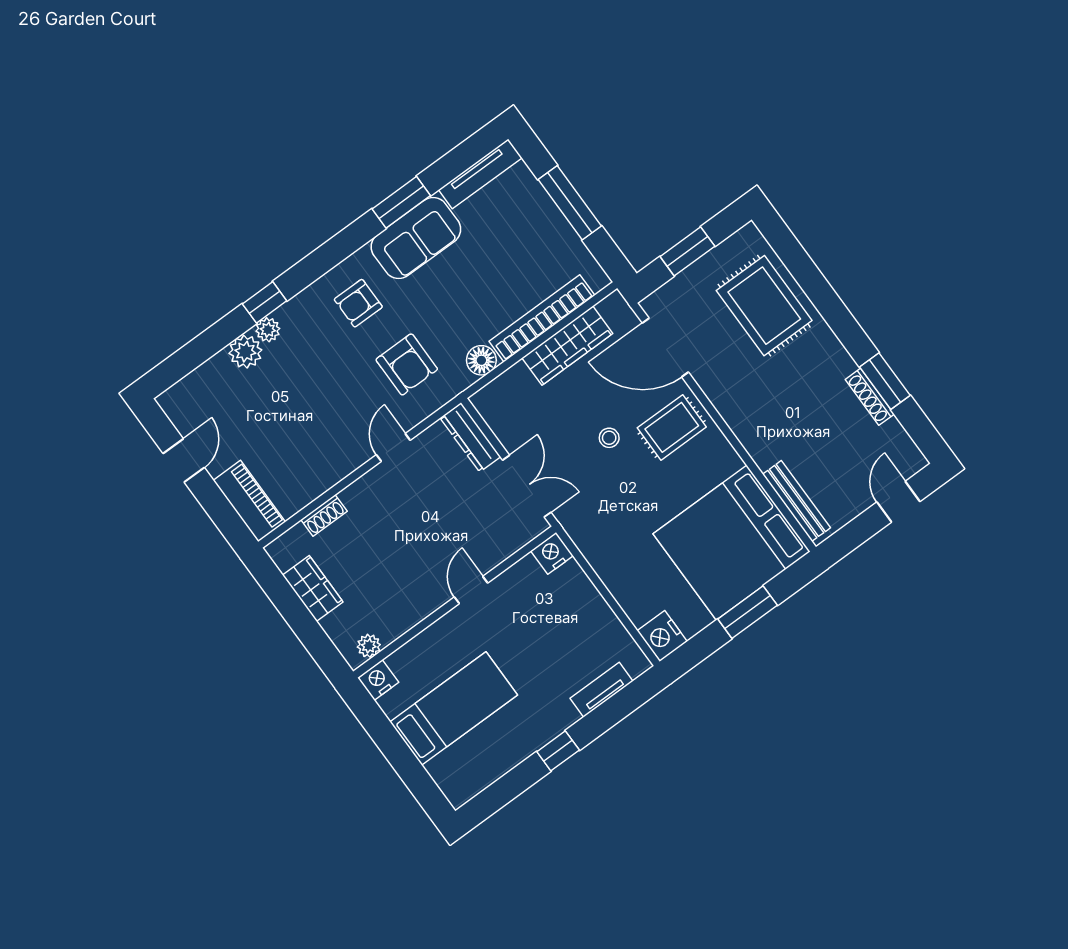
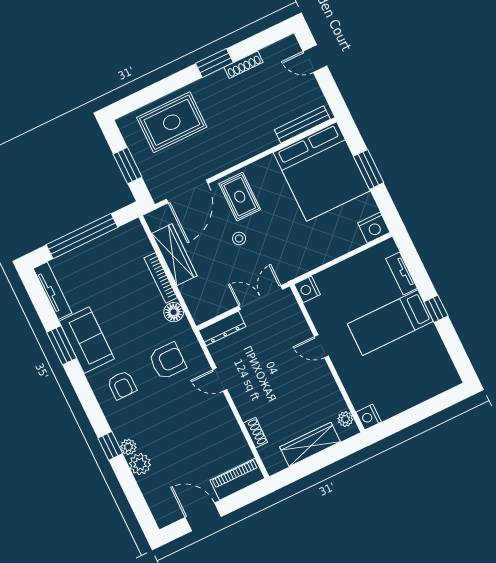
window: (570, 203) -> (82, 236), width x1.46
bookcase: (542, 318) -> (161, 278), width x0.68, depth x0.76
window: (885, 381) -> (214, 63), moved
door: (184, 460) -> (203, 517), width x1.38
wardrobe: (313, 588) -> (310, 444), width x1.50
bed: (454, 708) -> (390, 323), moved, turned -90

